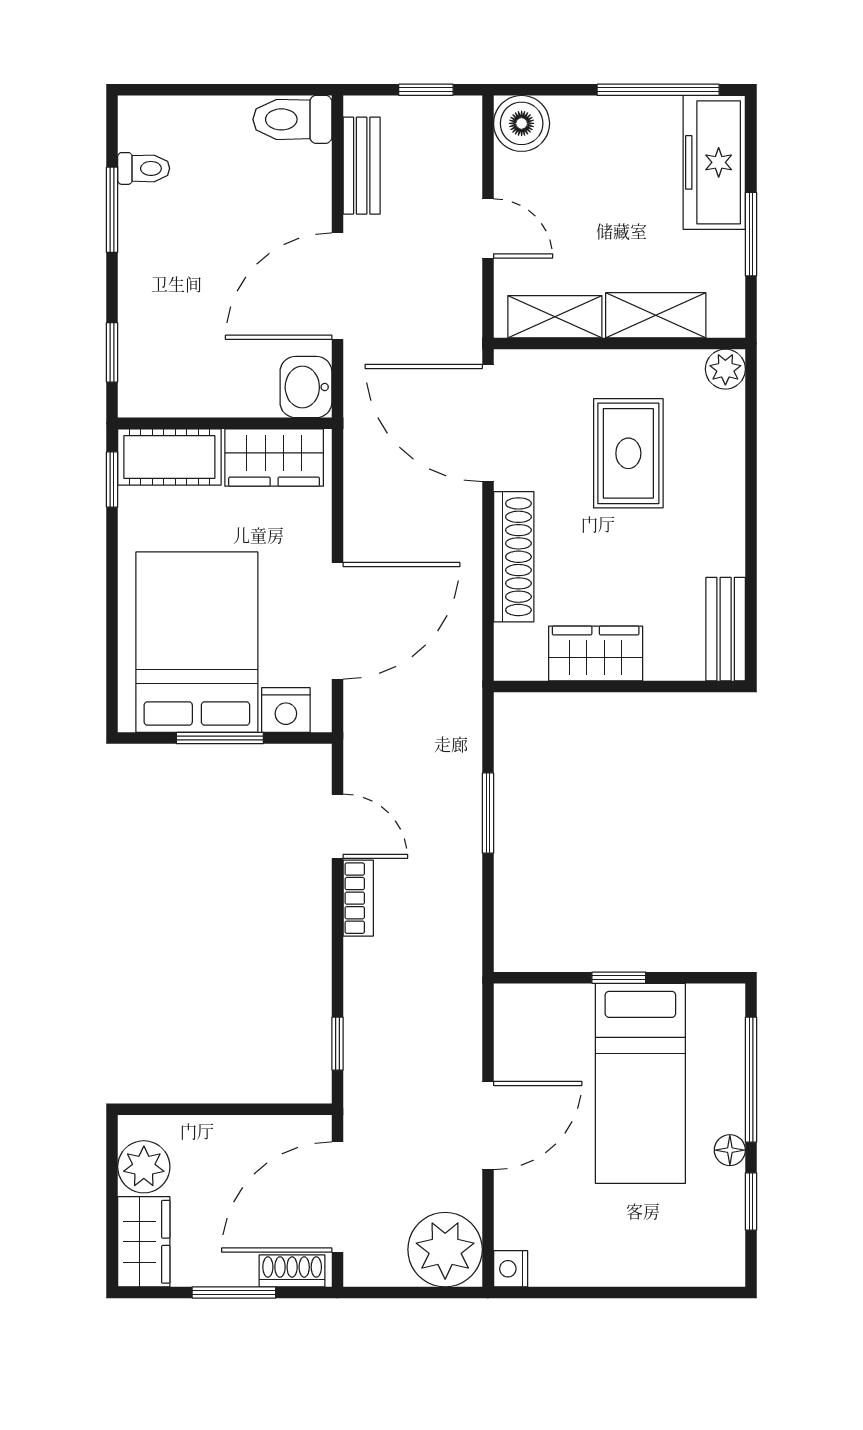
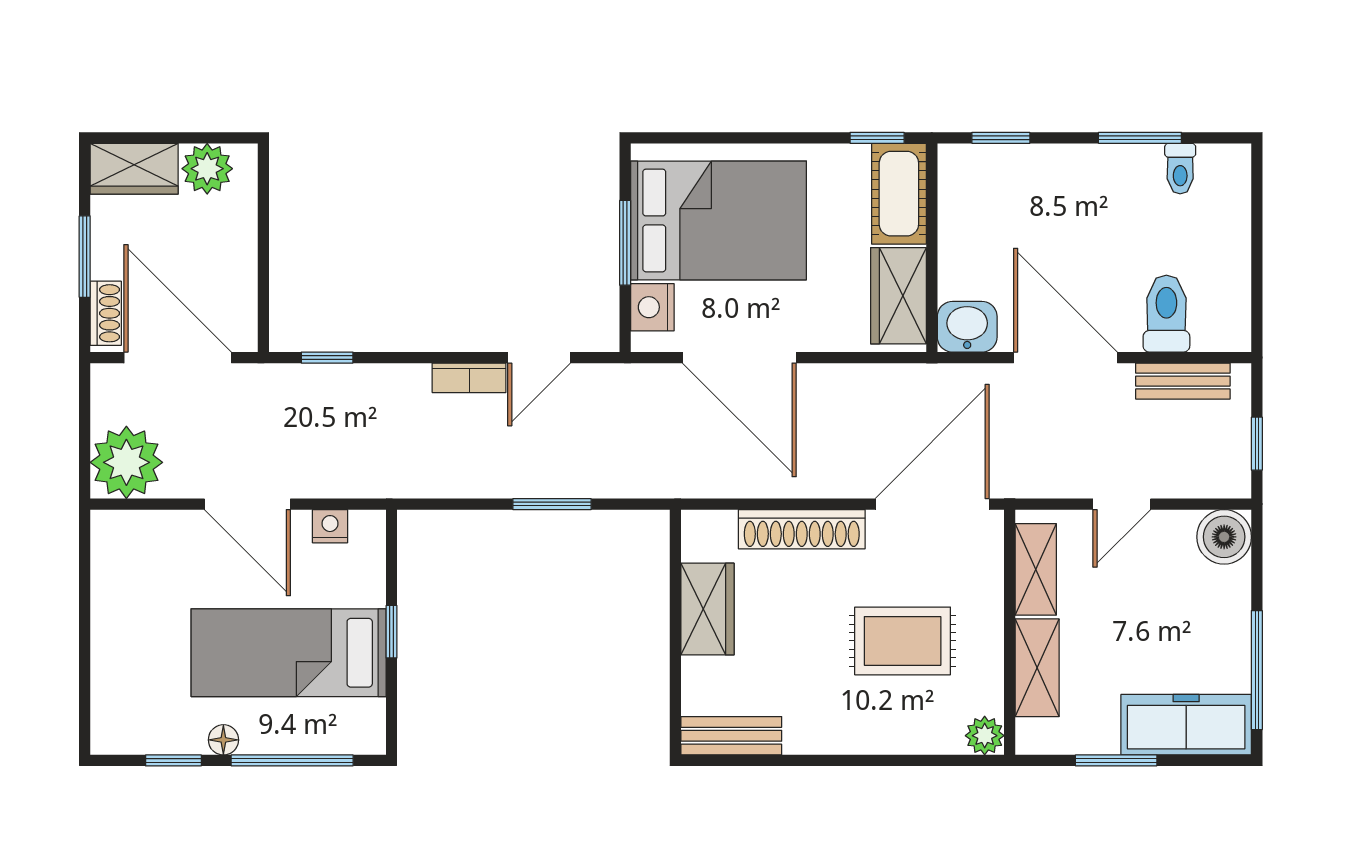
toilet: (292, 119) -> (1166, 314), moved
nightstand: (511, 1269) -> (330, 526), moved

